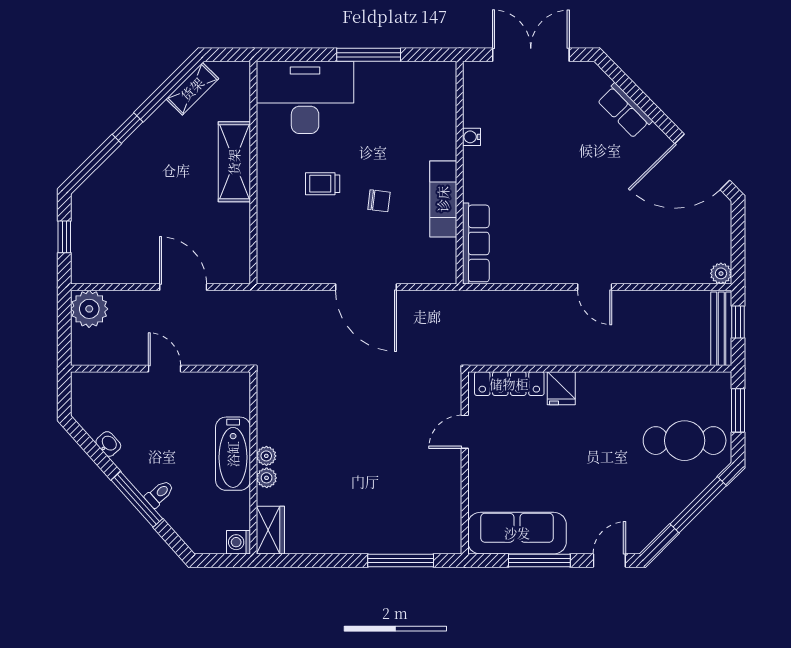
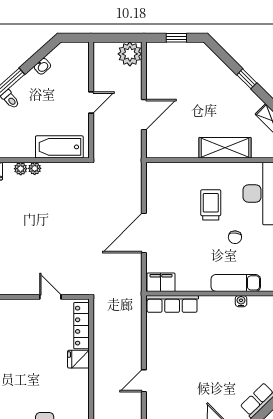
trolley: (323, 184) -> (211, 205), width x1.36, depth x1.39
exam couch: (443, 199) -> (236, 283), moved
chair: (379, 201) -> (235, 237), moved
filing cabinet: (442, 261) -> (161, 282), added
bathtub: (233, 454) -> (59, 147), moved

